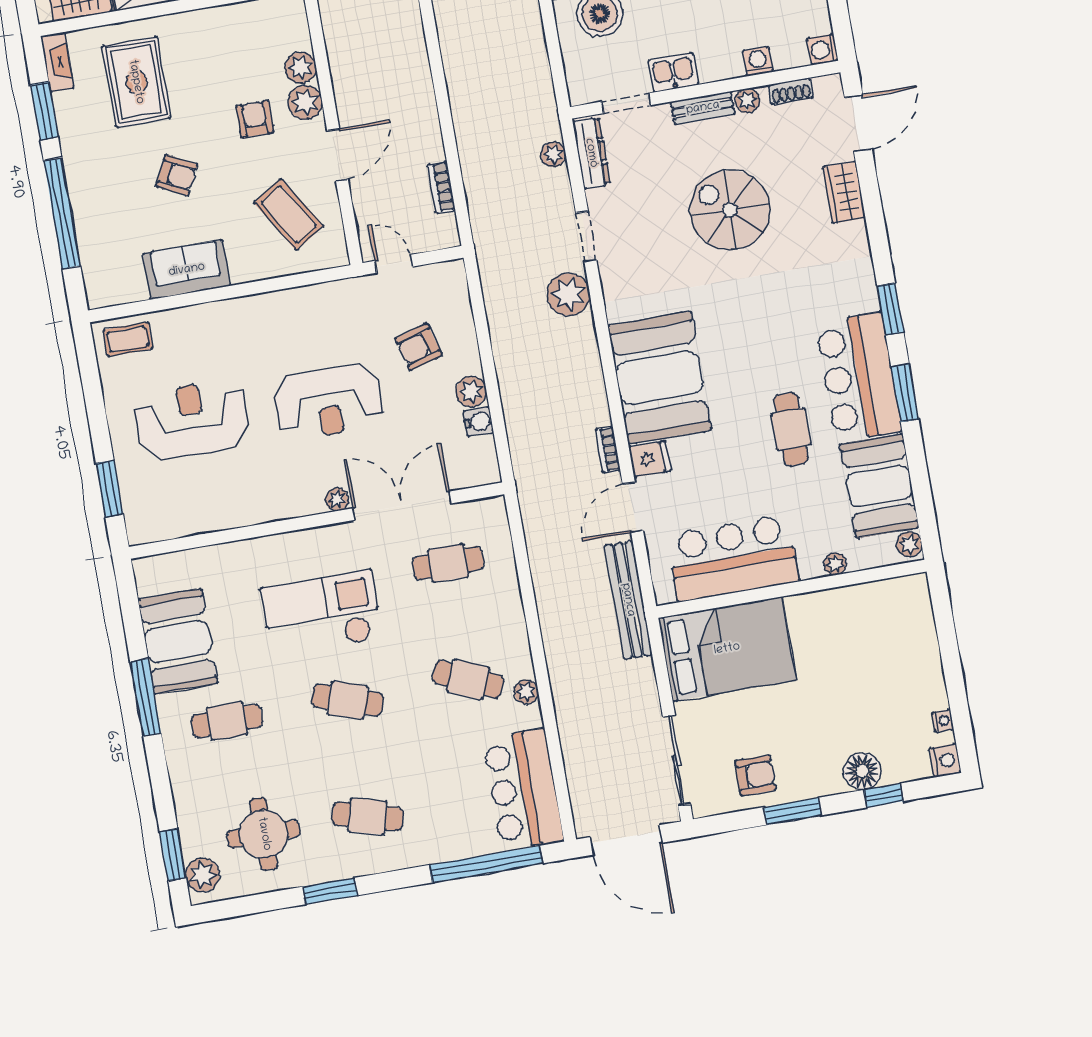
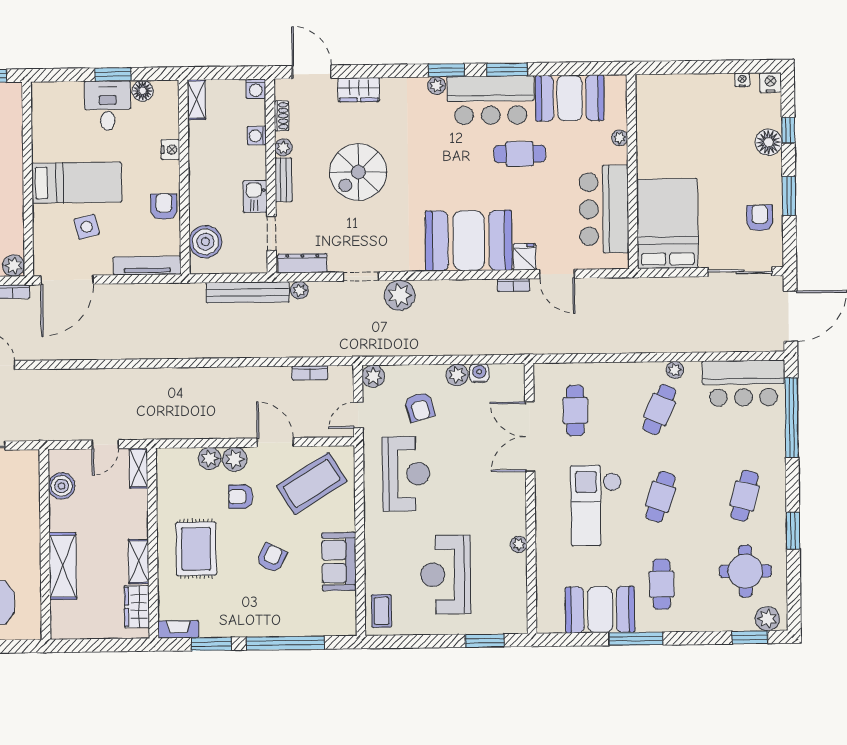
rug: (136, 82) -> (196, 549), moved, turned 90
coffee table: (289, 214) -> (312, 483), width x1.36, depth x1.32
plant: (451, 276) -> (373, 376), added
reception desk: (328, 402) -> (406, 474), moved
plant: (337, 499) -> (519, 544), moved
plant: (909, 544) -> (436, 86), moved
bench: (628, 600) -> (248, 292), moved

